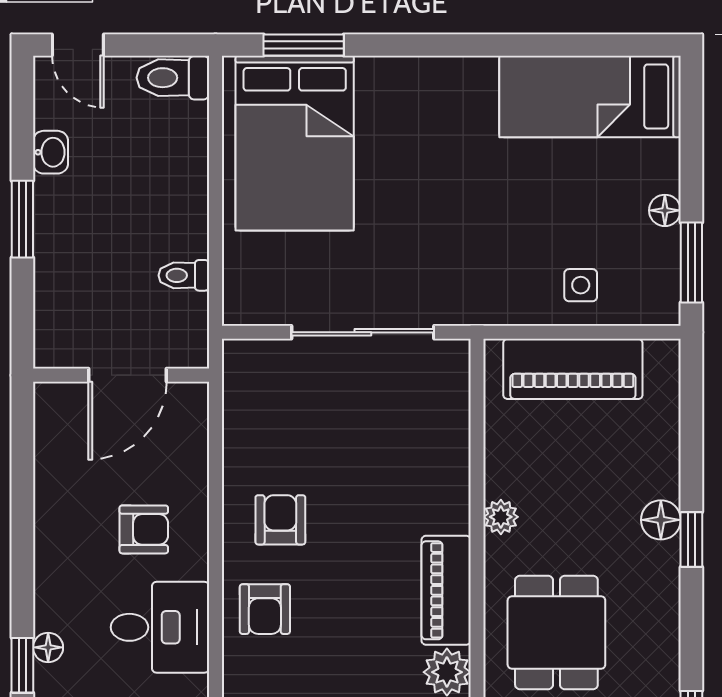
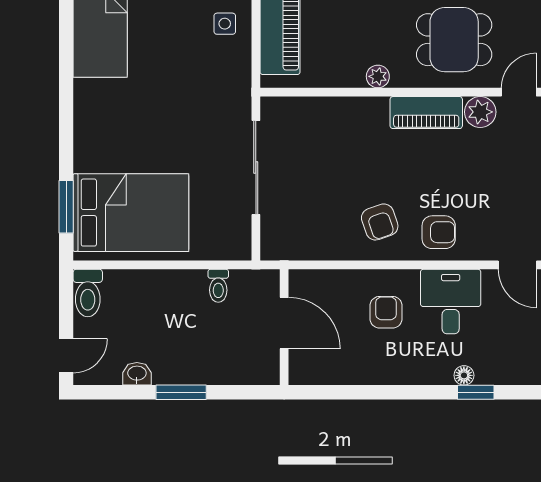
armchair: (280, 520) -> (380, 222), turned -109

